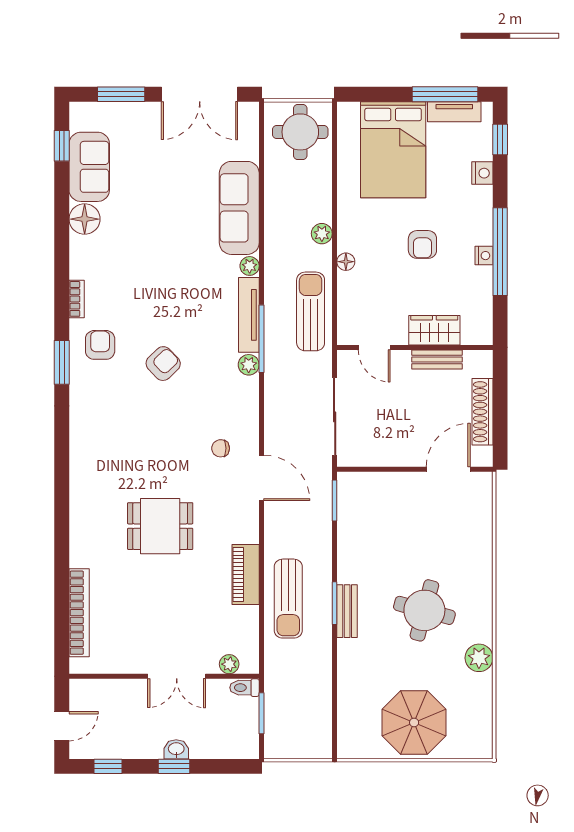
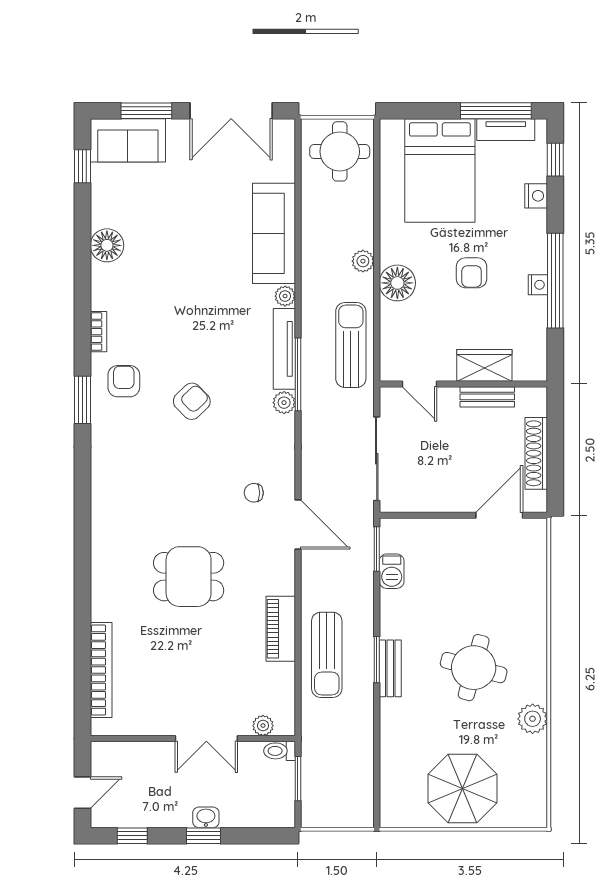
sofa: (89, 167) -> (128, 140), moved, turned 90
floor lamp: (346, 262) -> (397, 283), width x1.89, depth x1.89
barbecue: (348, 521) -> (392, 571), added

